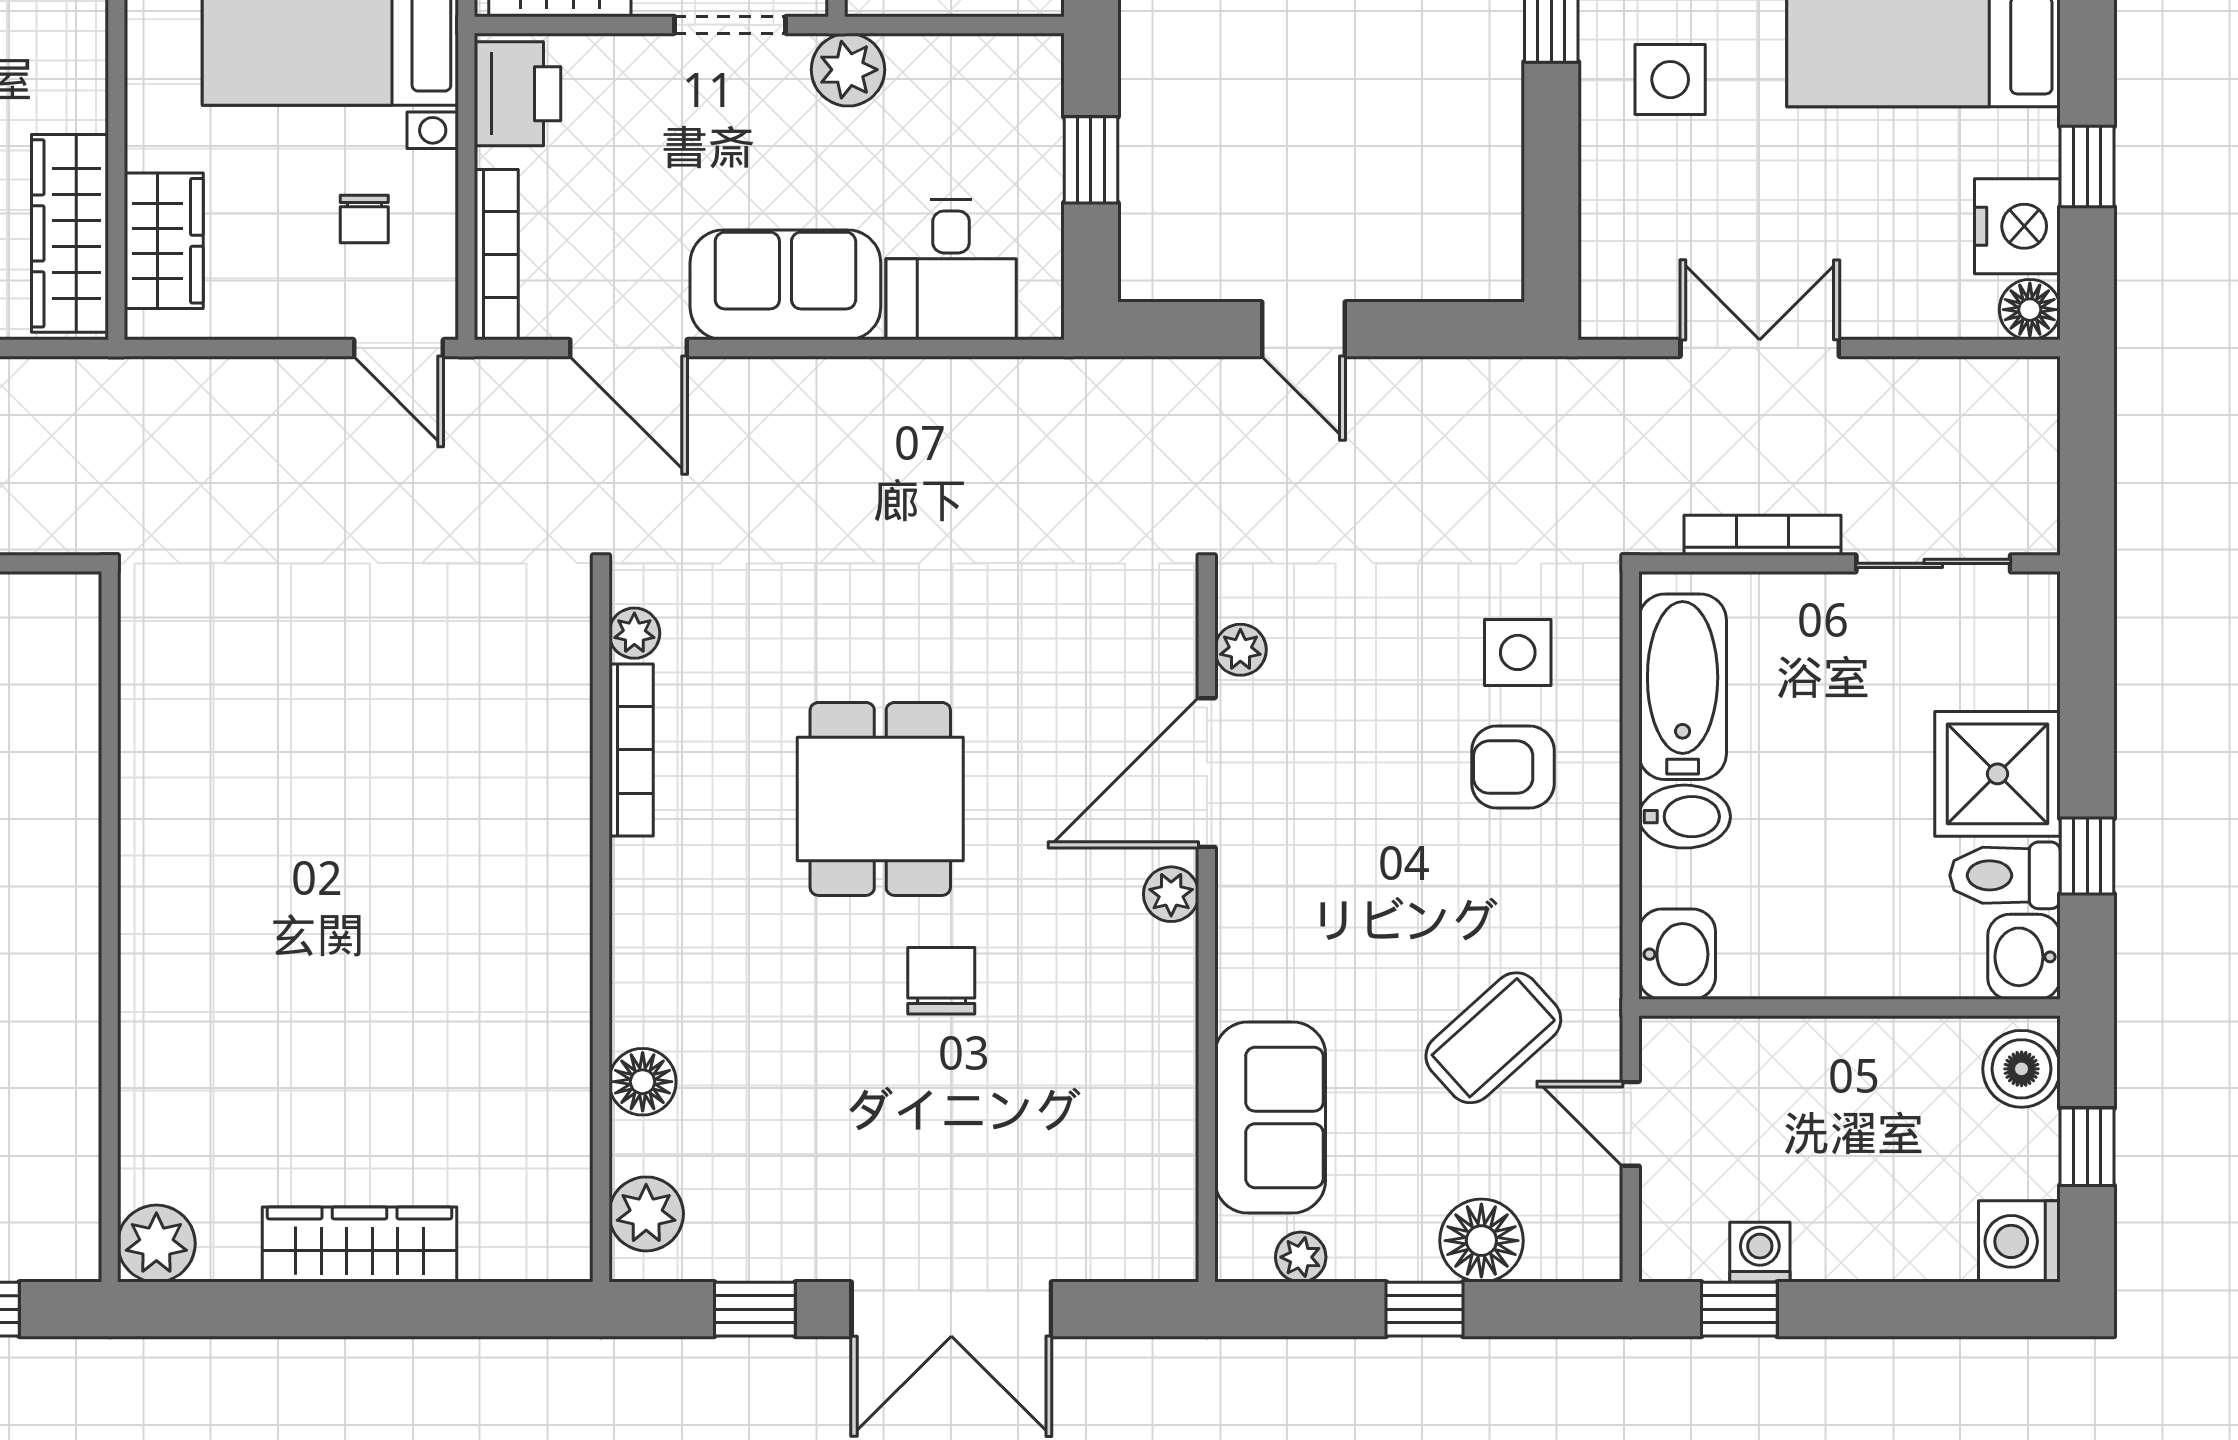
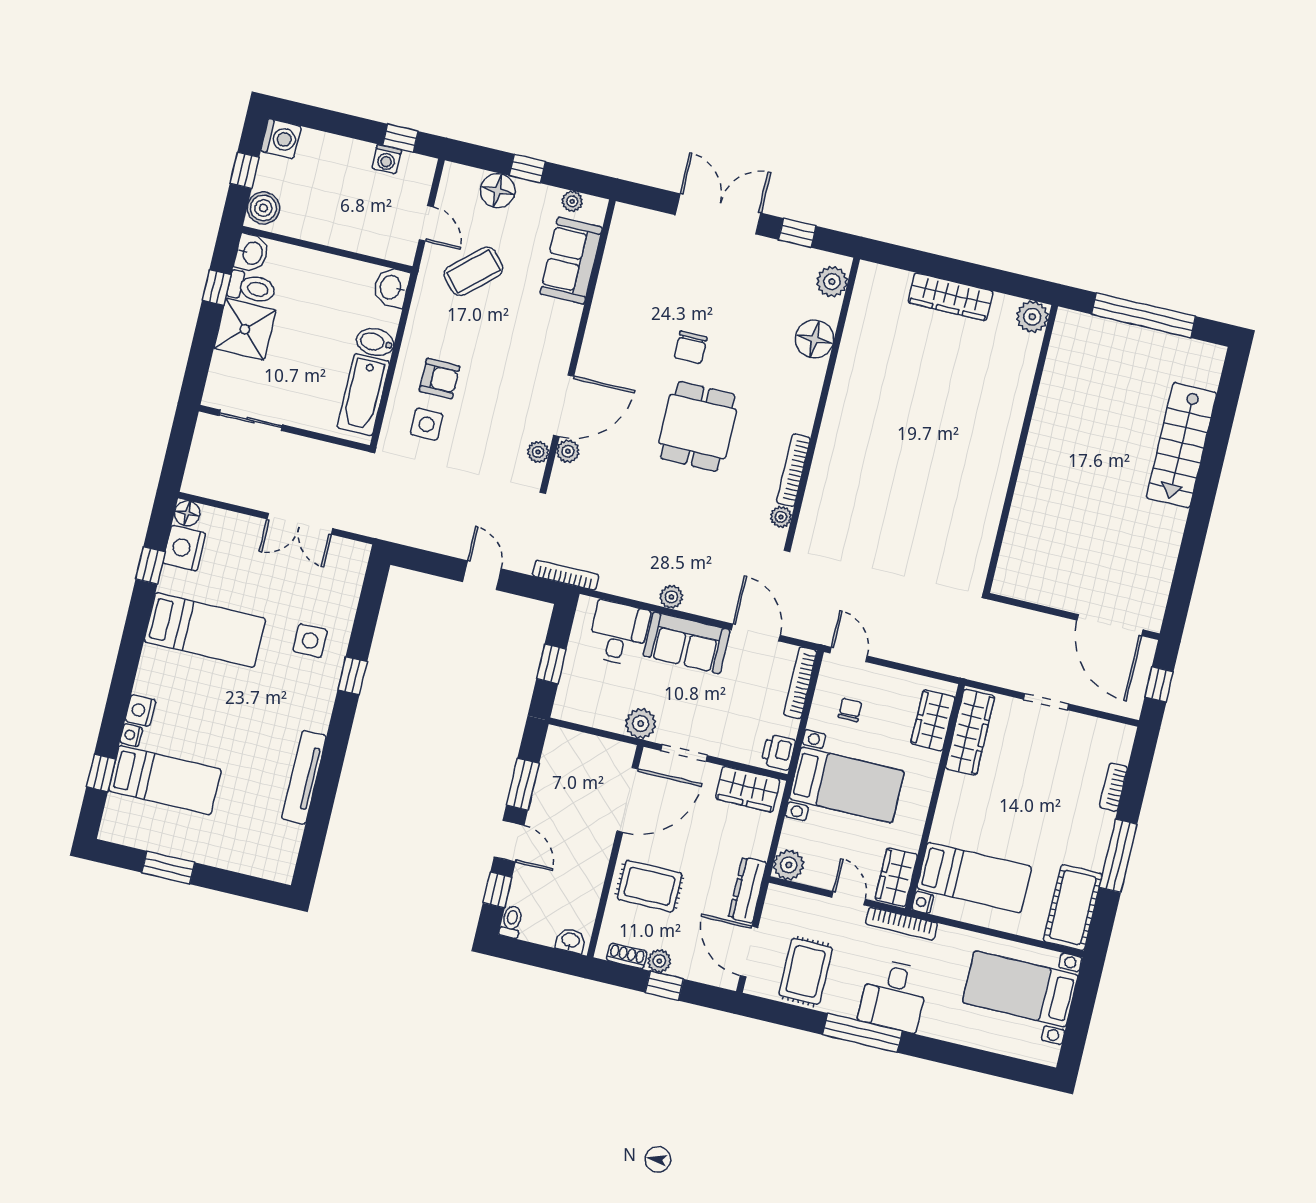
printer: (518, 94) -> (778, 752), width x0.73, depth x0.81
plant: (847, 384) -> (671, 597), added
bookcase: (1763, 535) -> (566, 575), moved, turned 180
plant: (1171, 894) -> (568, 451), moved
floor lamp: (643, 1082) -> (814, 339), width x1.38, depth x1.38

